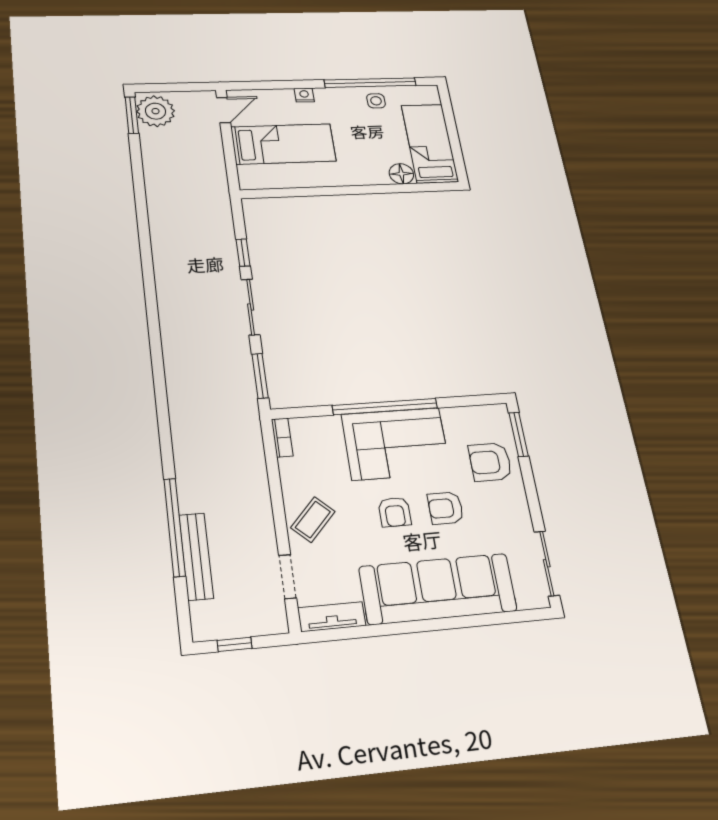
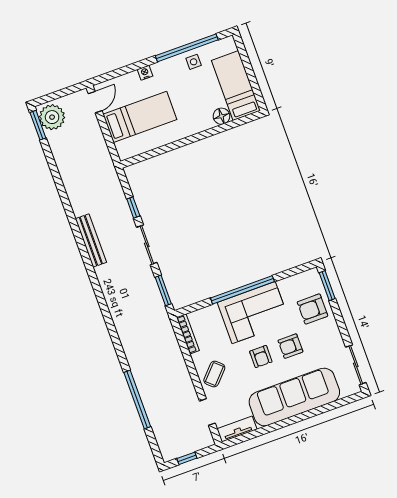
bookcase: (282, 438) -> (188, 334), width x1.56
bench: (196, 556) -> (91, 240), moved

